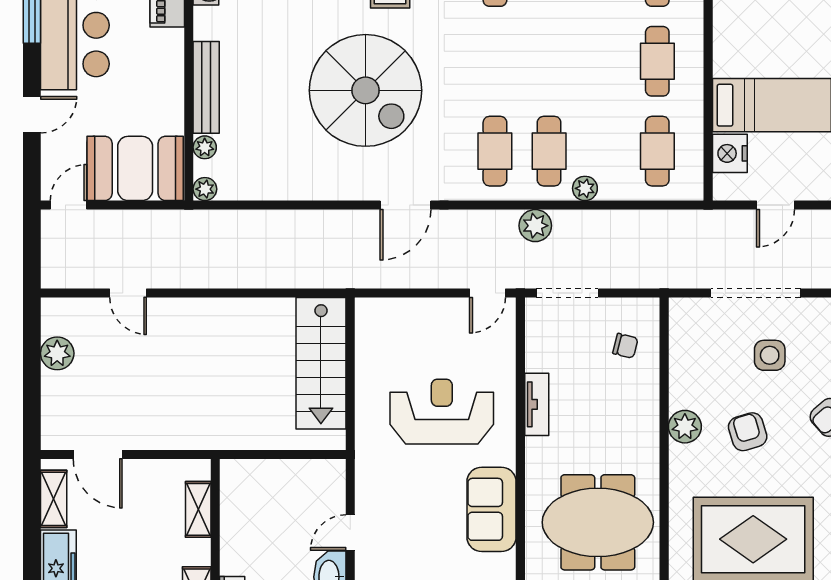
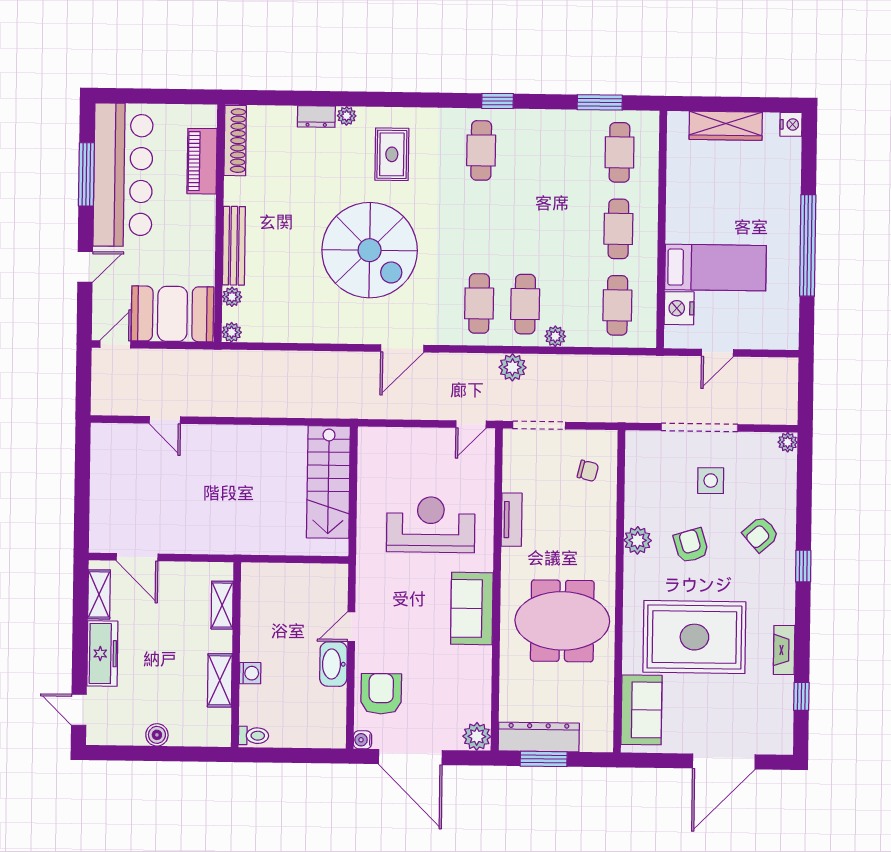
plant: (57, 353) -> (104, 470), removed

